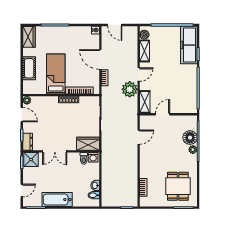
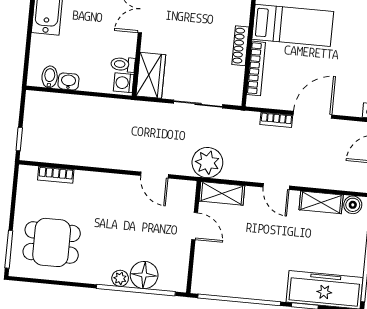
plant: (130, 89) -> (207, 163), moved

